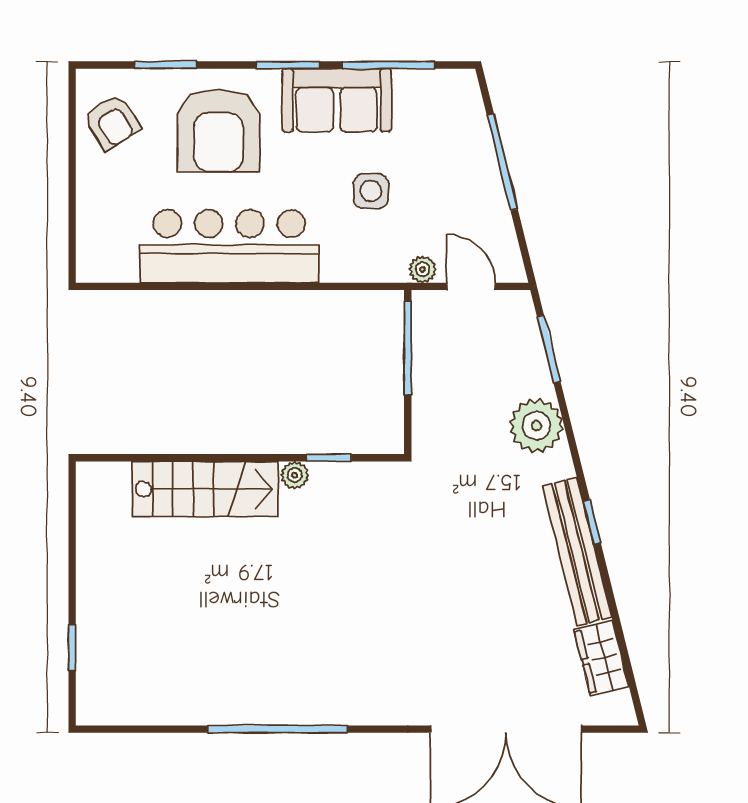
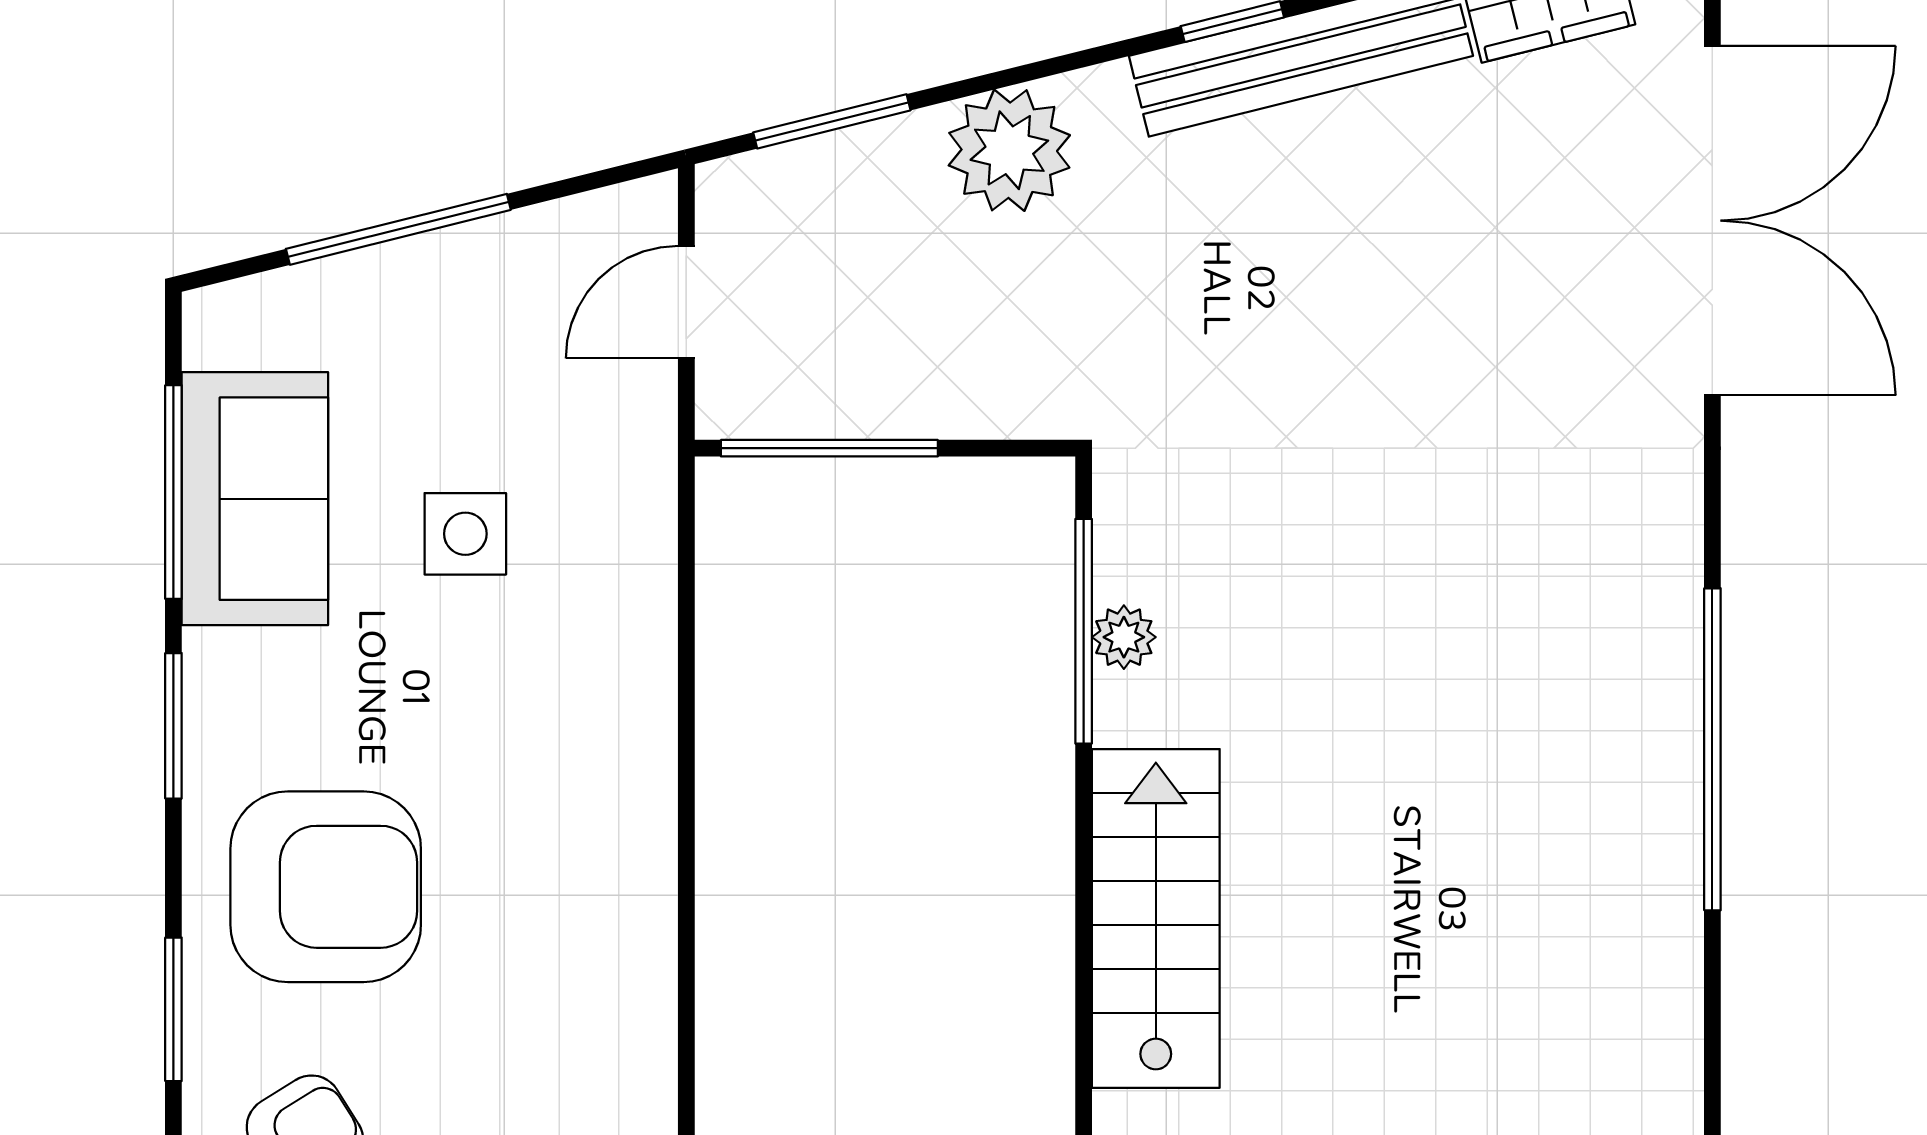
sofa: (337, 100) -> (255, 499), moved
bar counter: (229, 246) -> (593, 862), removed
plant: (423, 269) -> (647, 414), removed
window: (329, 458) -> (1084, 631), width x2.17
plant: (295, 475) -> (1124, 637), moved

